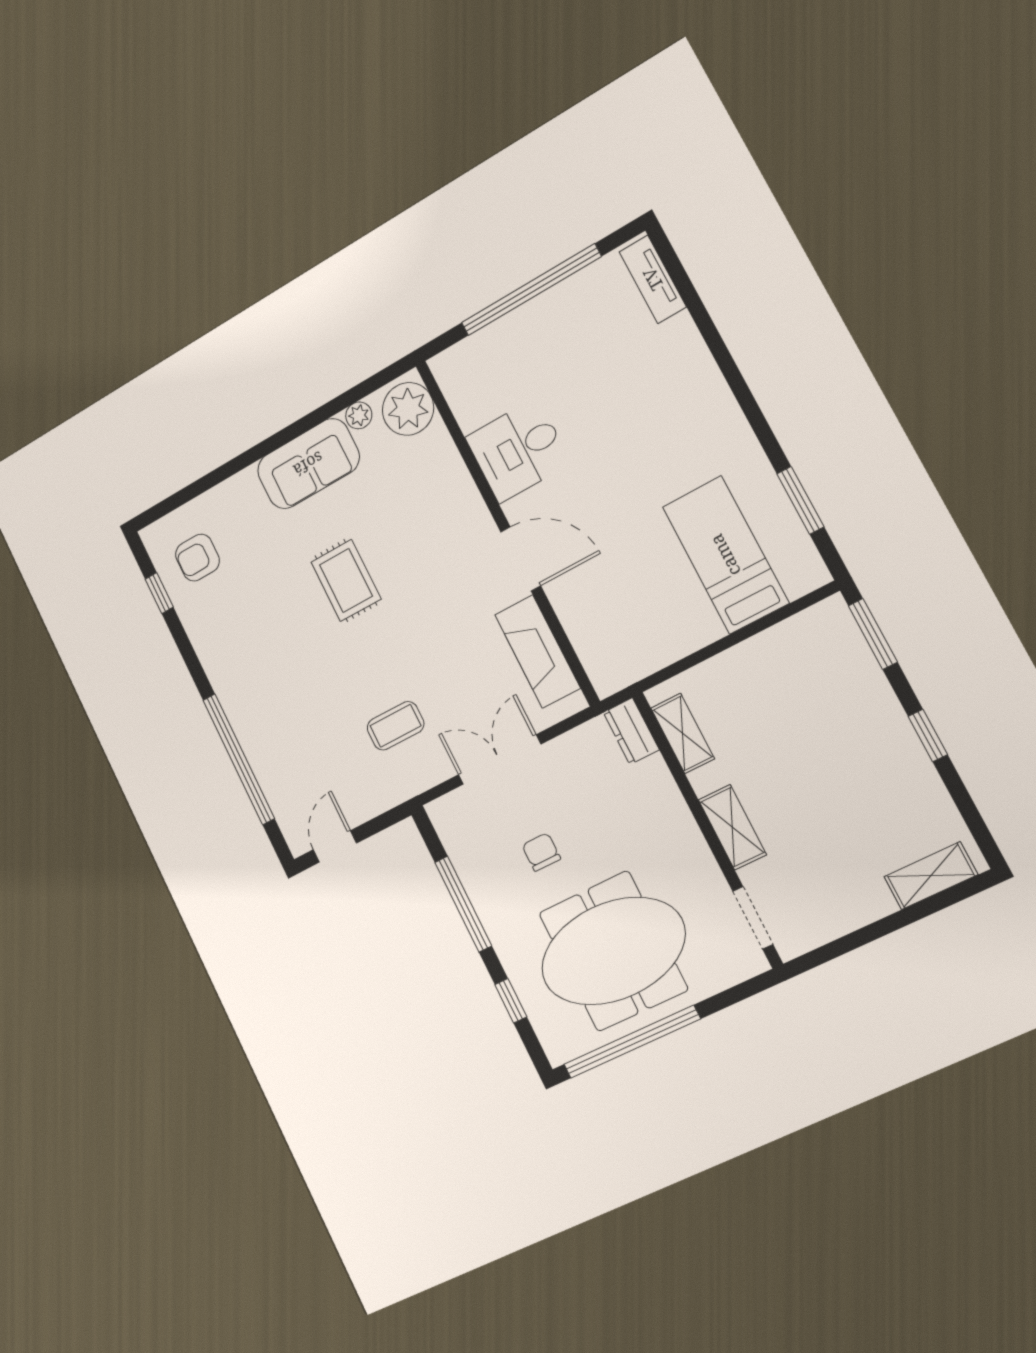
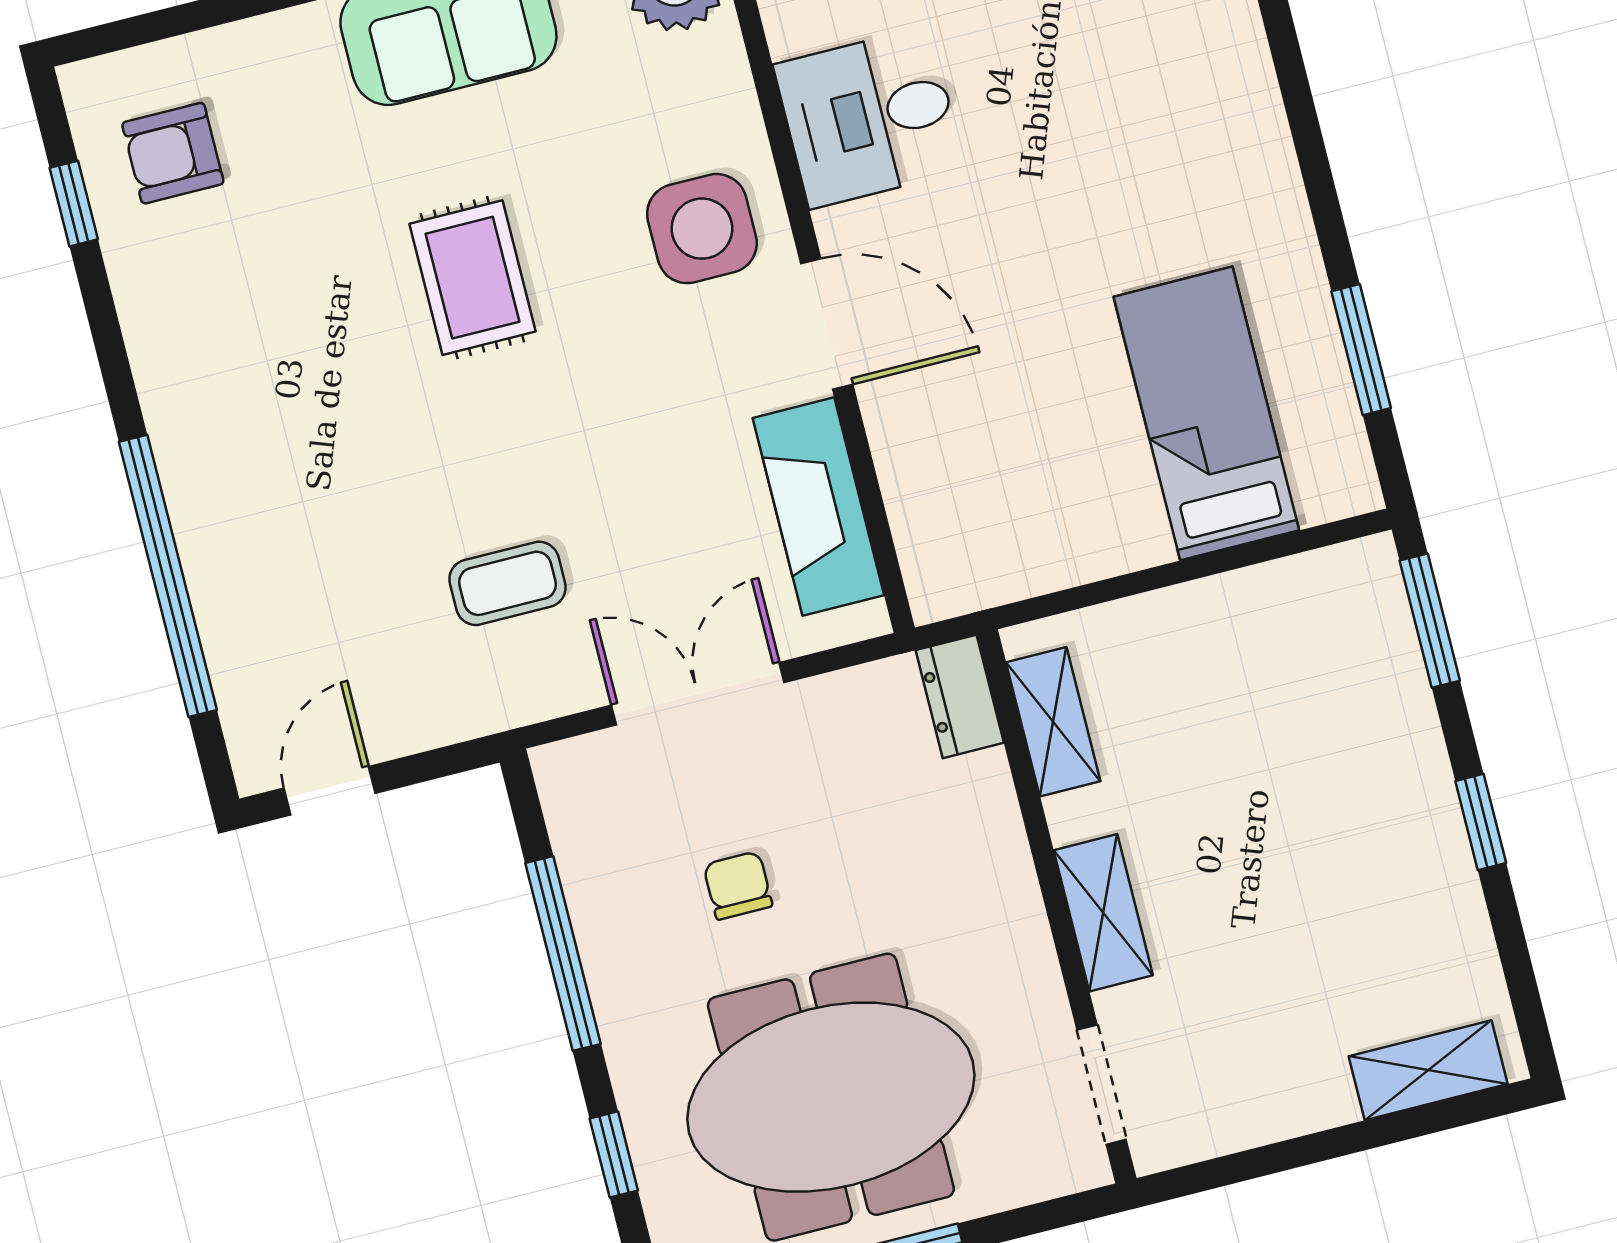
side table: (449, 528) -> (702, 229), added

